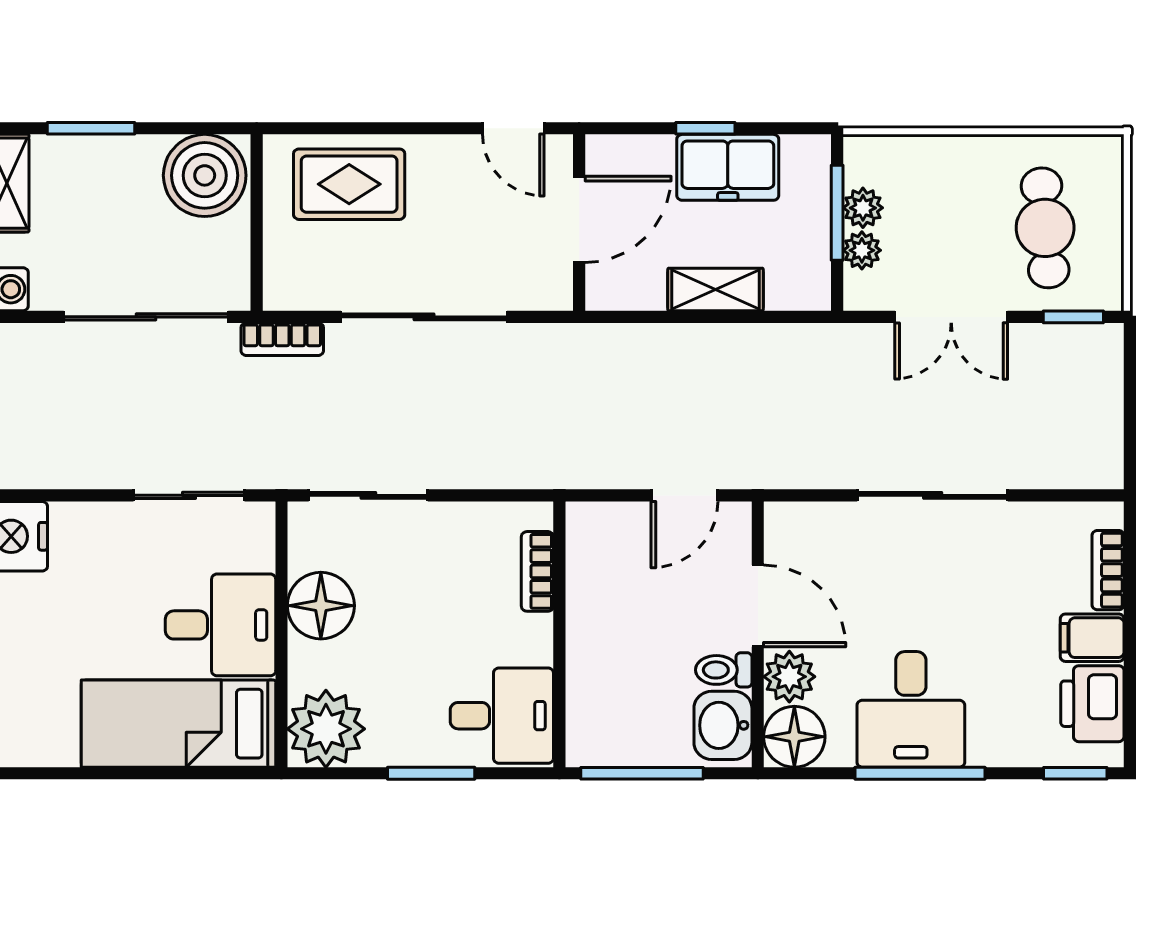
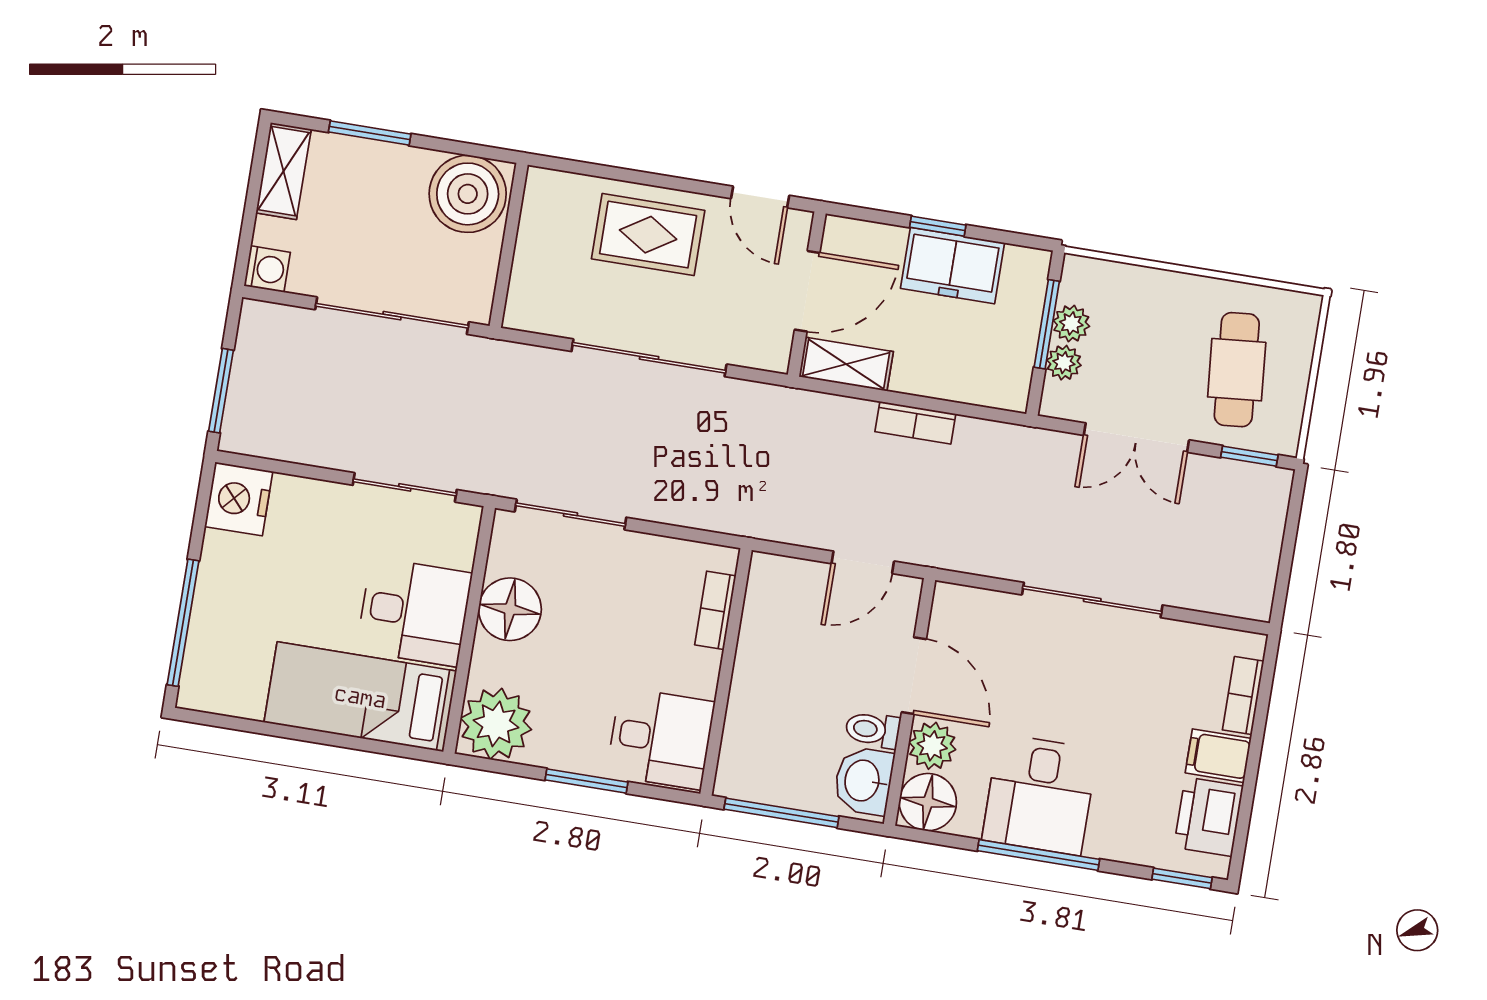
rug: (349, 184) -> (648, 235), moved
shelving: (715, 289) -> (846, 364), moved
bookcase: (282, 339) -> (915, 423), moved

